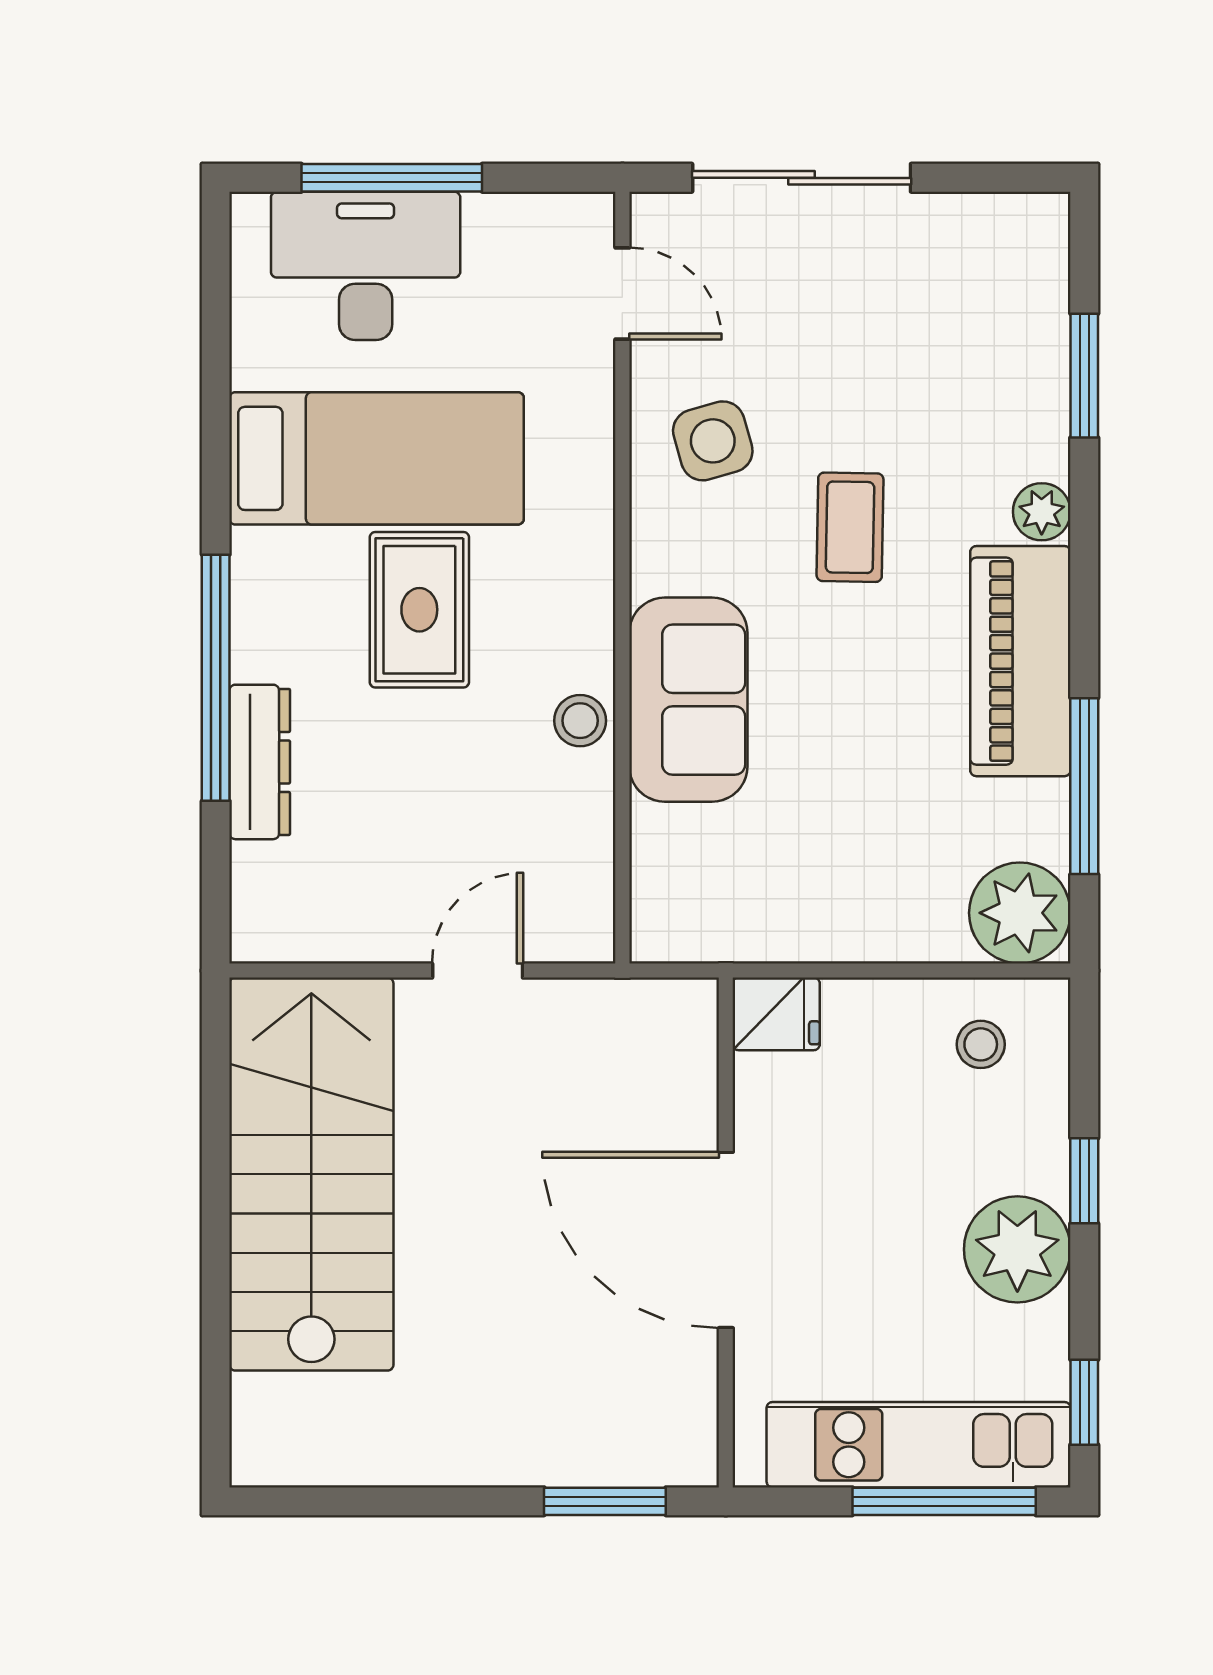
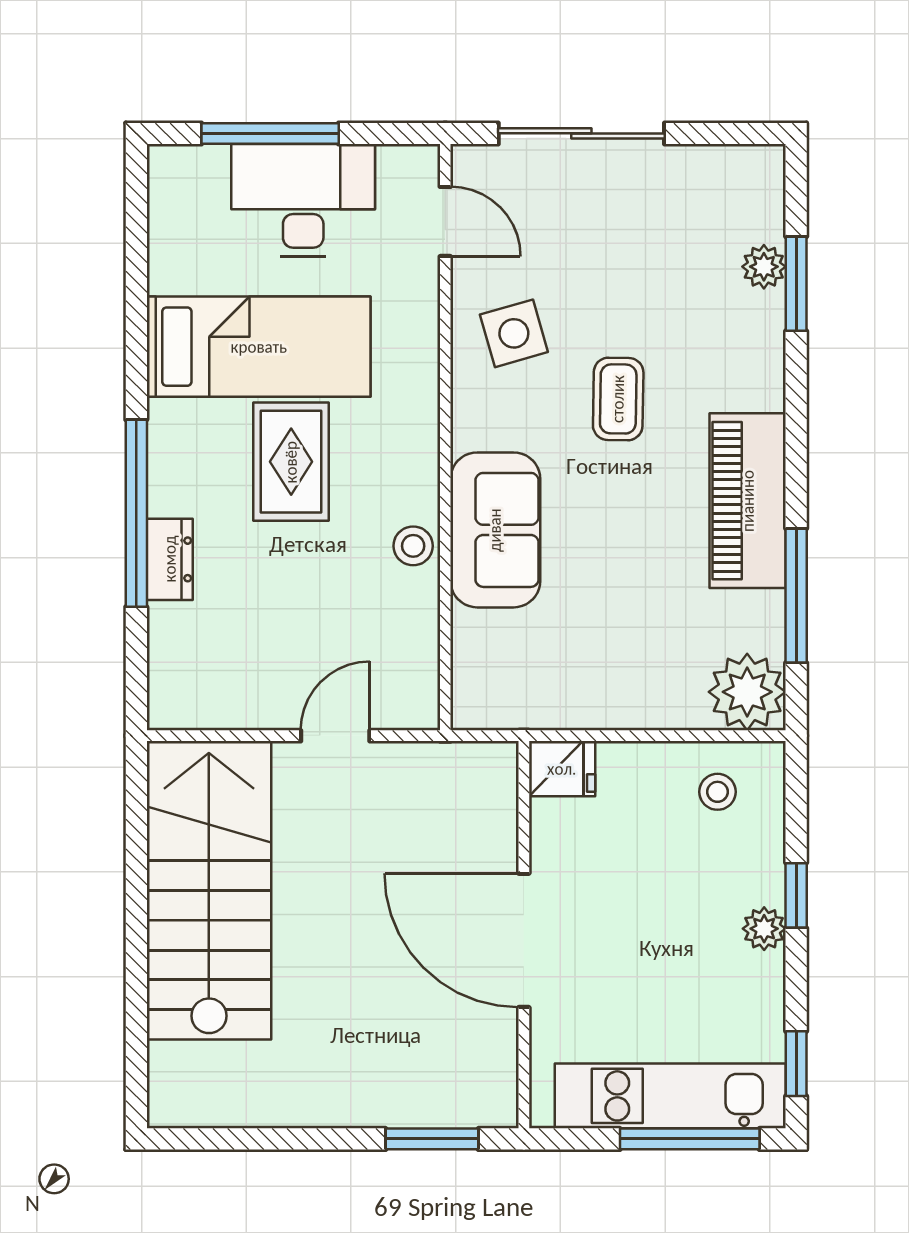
desk: (366, 266) -> (303, 200), moved
plant: (1042, 512) -> (764, 267), moved
dresser: (260, 762) -> (170, 559), width x0.70
plant: (1017, 1249) -> (764, 929), width x0.53, depth x0.53

